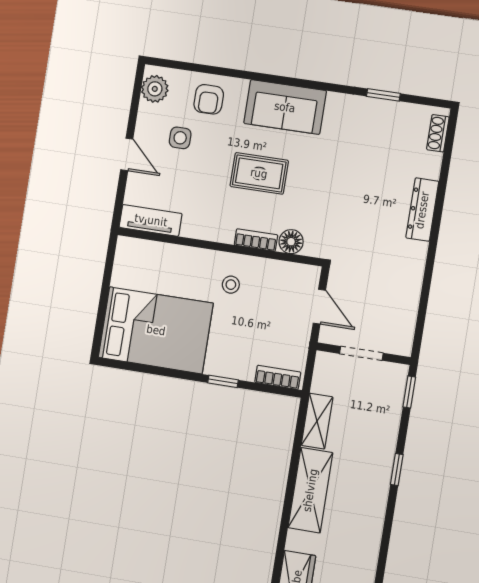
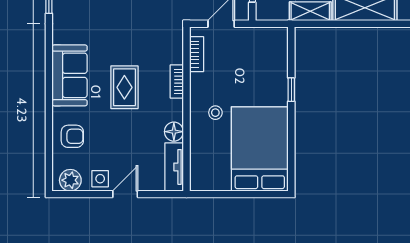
side table: (180, 138) -> (100, 179), moved
floor lamp: (291, 242) -> (174, 132), moved
stool: (231, 285) -> (215, 113), moved
bookcase: (278, 377) -> (197, 54), moved, turned 180

